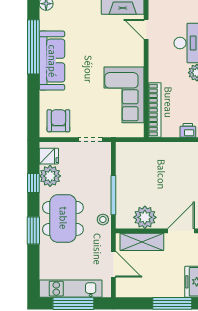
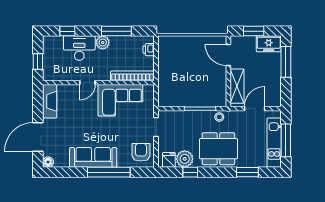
door: (146, 29) -> (87, 83), moved
window: (33, 47) -> (109, 172), moved
armchair: (58, 121) -> (141, 152), turned 90
plant: (145, 217) -> (218, 84), removed
window: (33, 231) -> (247, 172), moved

